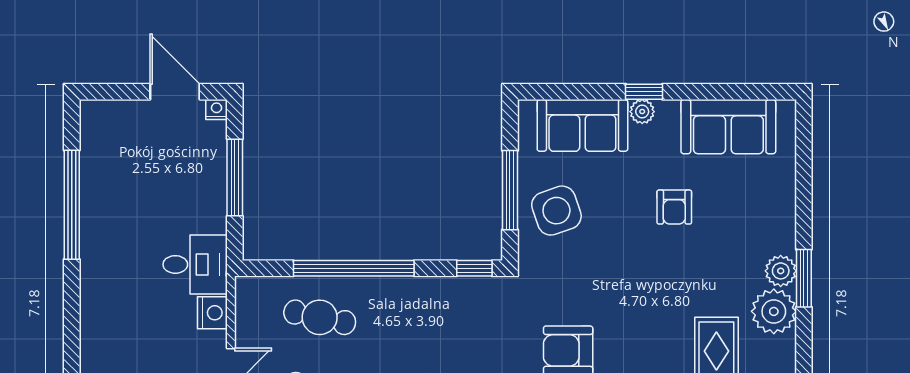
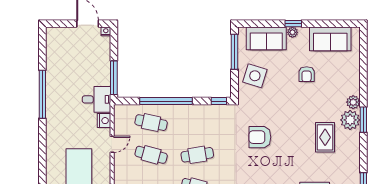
window: (235, 178) -> (114, 78), moved
window: (510, 190) -> (234, 52), moved
window: (72, 205) -> (42, 94), moved
side table: (556, 211) -> (255, 76), turned 36
window: (804, 278) -> (363, 120), moved

